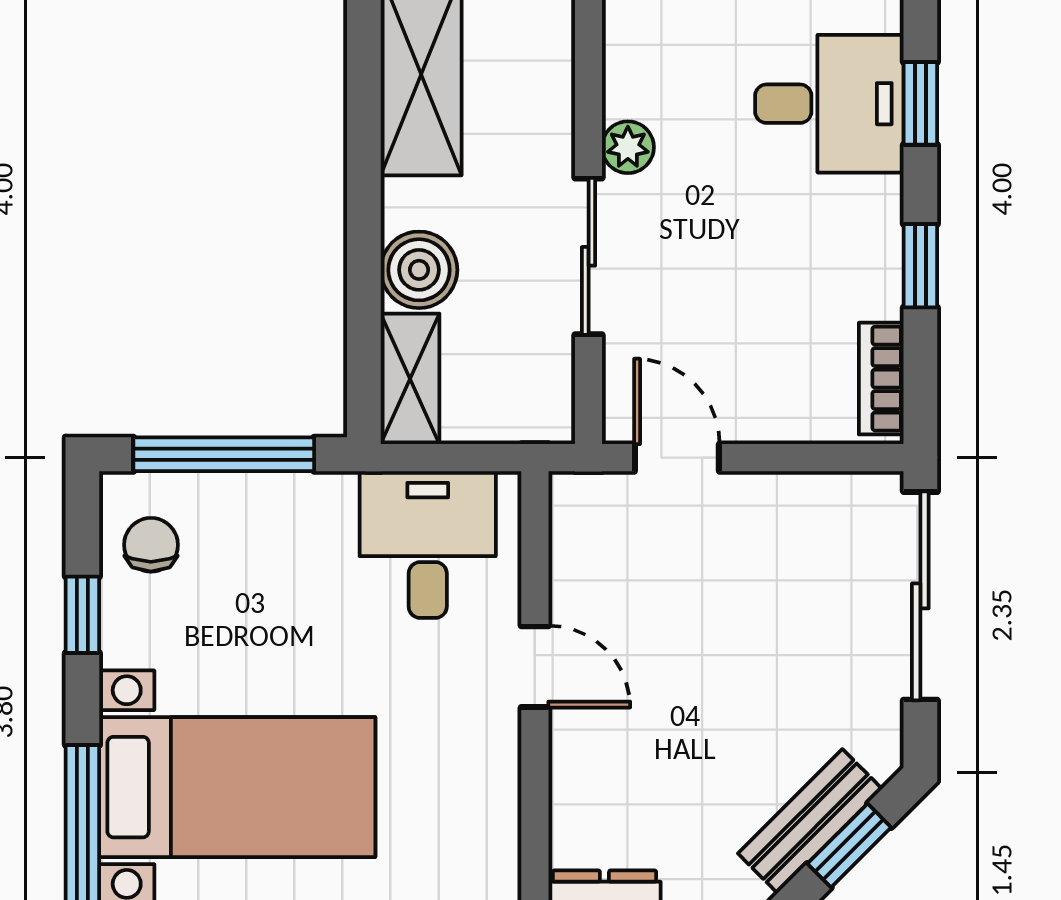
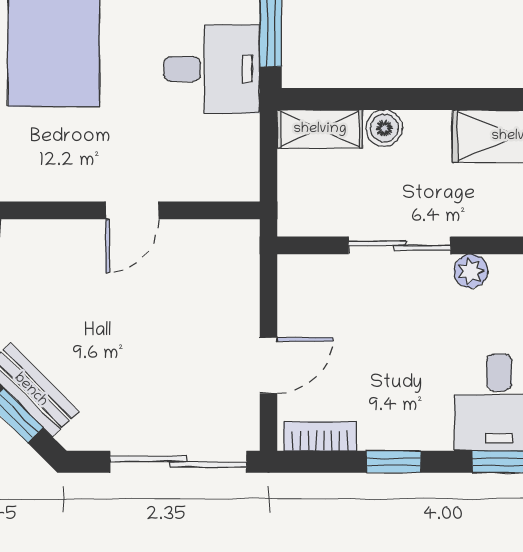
boiler: (419, 270) -> (384, 128), width x0.73, depth x0.73
door: (677, 458) -> (268, 365), moved
desk: (428, 544) -> (212, 69), moved

